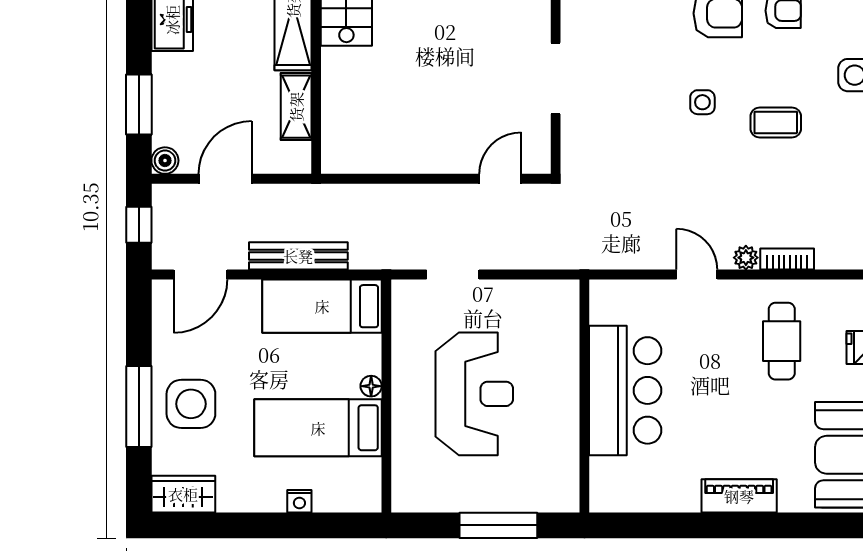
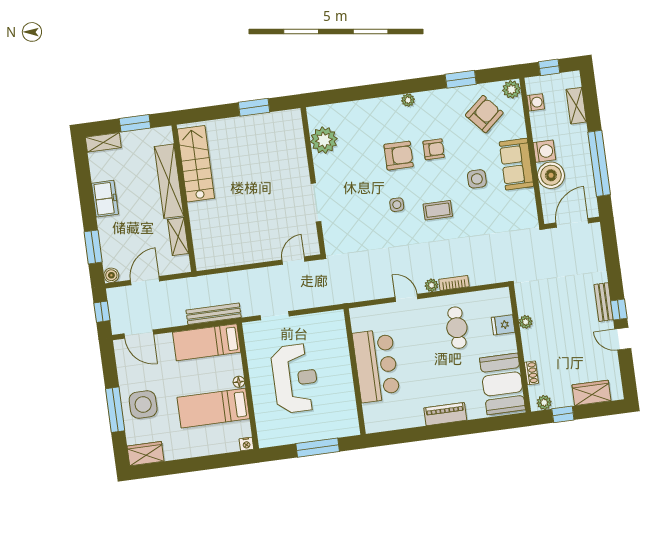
bench: (298, 256) -> (214, 314), moved
door: (200, 275) -> (139, 334), hinge flipped
nightstand: (299, 501) -> (246, 444), moved

